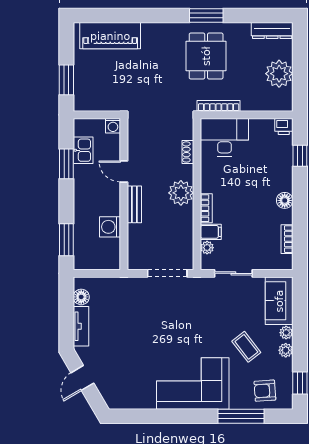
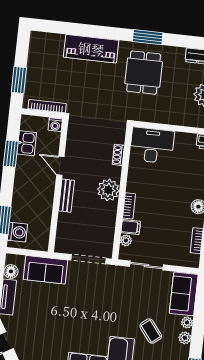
piano: (110, 36) -> (91, 49), moved
bookcase: (219, 106) -> (47, 106), moved
washing machine: (110, 227) -> (17, 232), moved, turned 180
sofa: (120, 291) -> (46, 270), added

